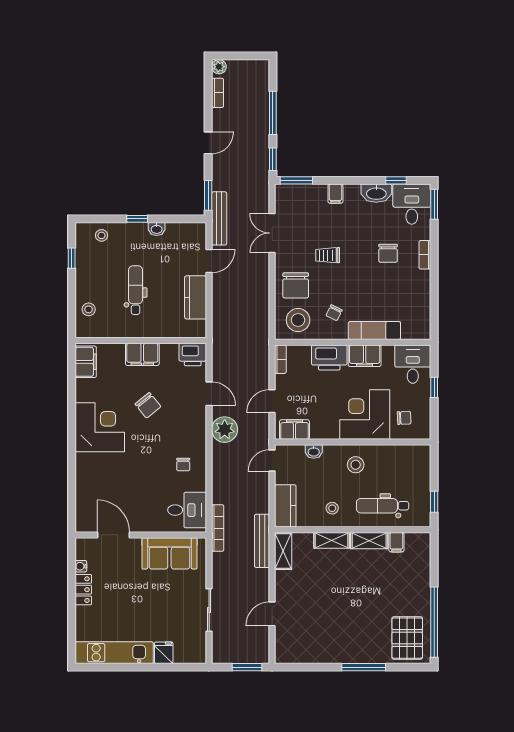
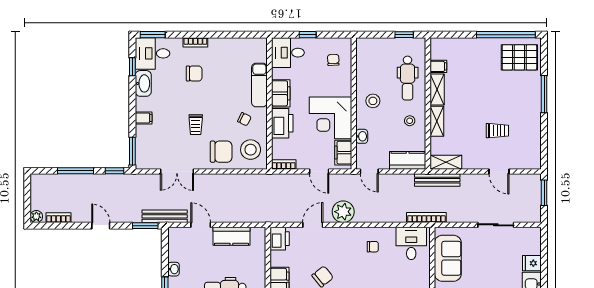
corner desk: (365, 415) -> (330, 118), moved
trolley: (320, 612) -> (497, 131), added

